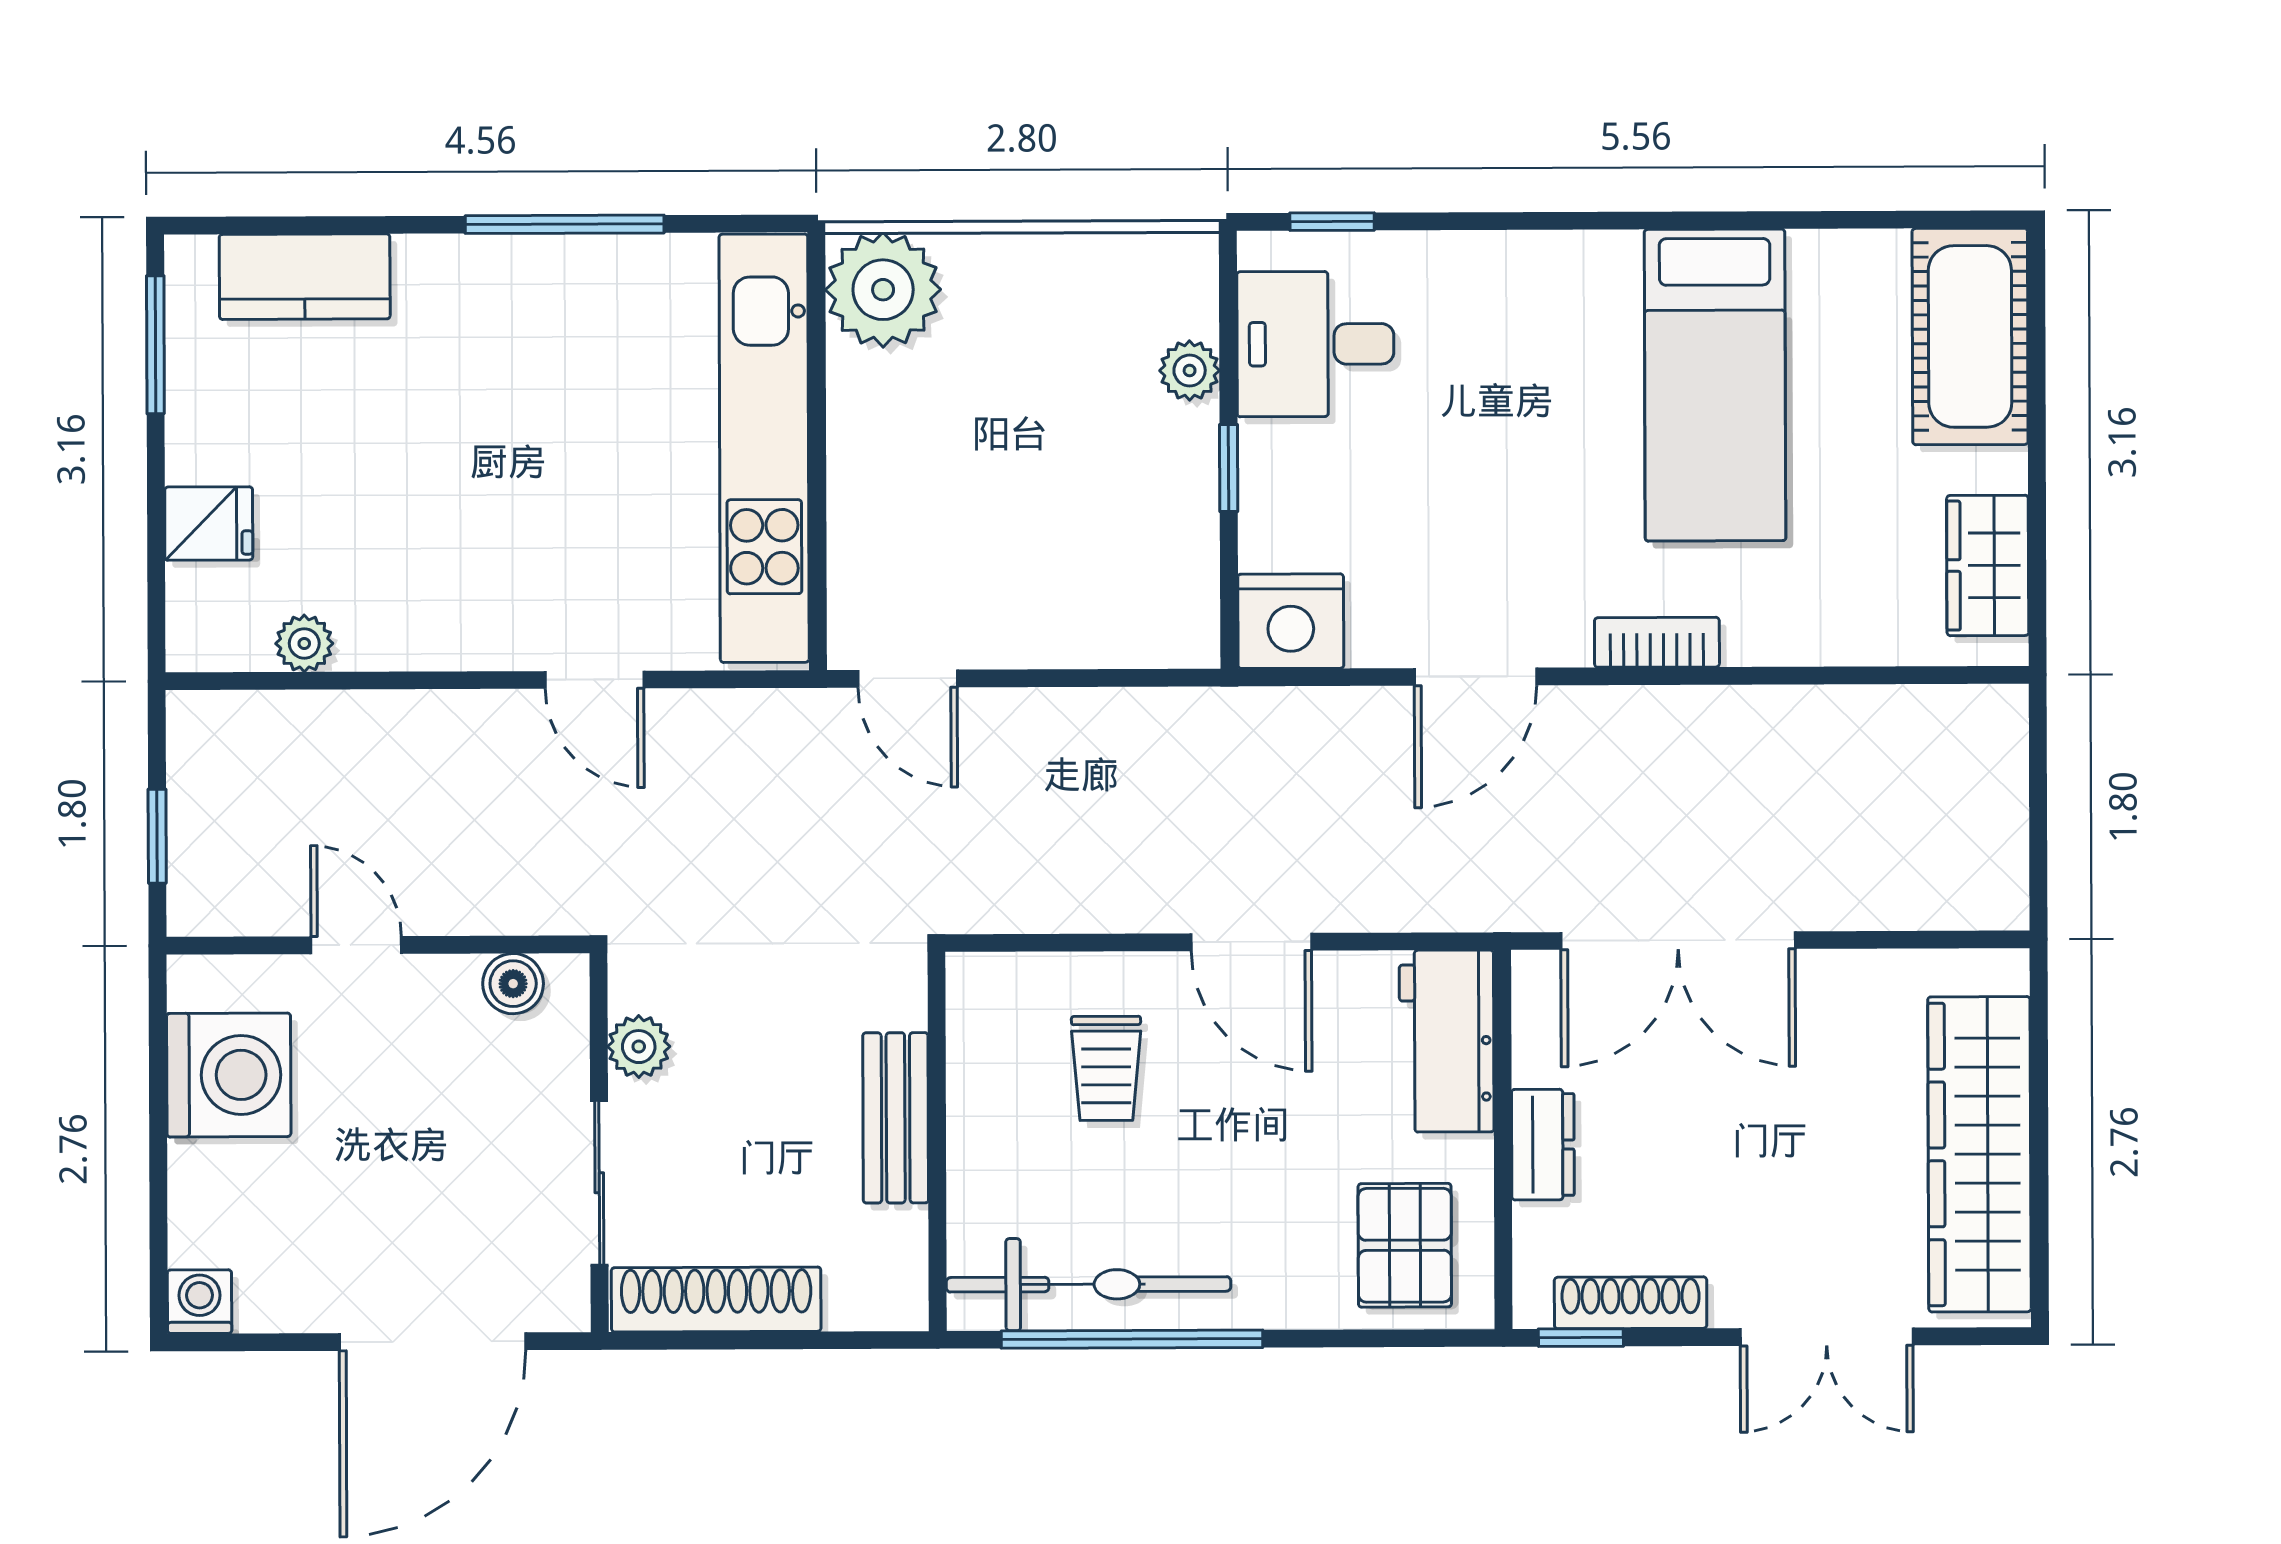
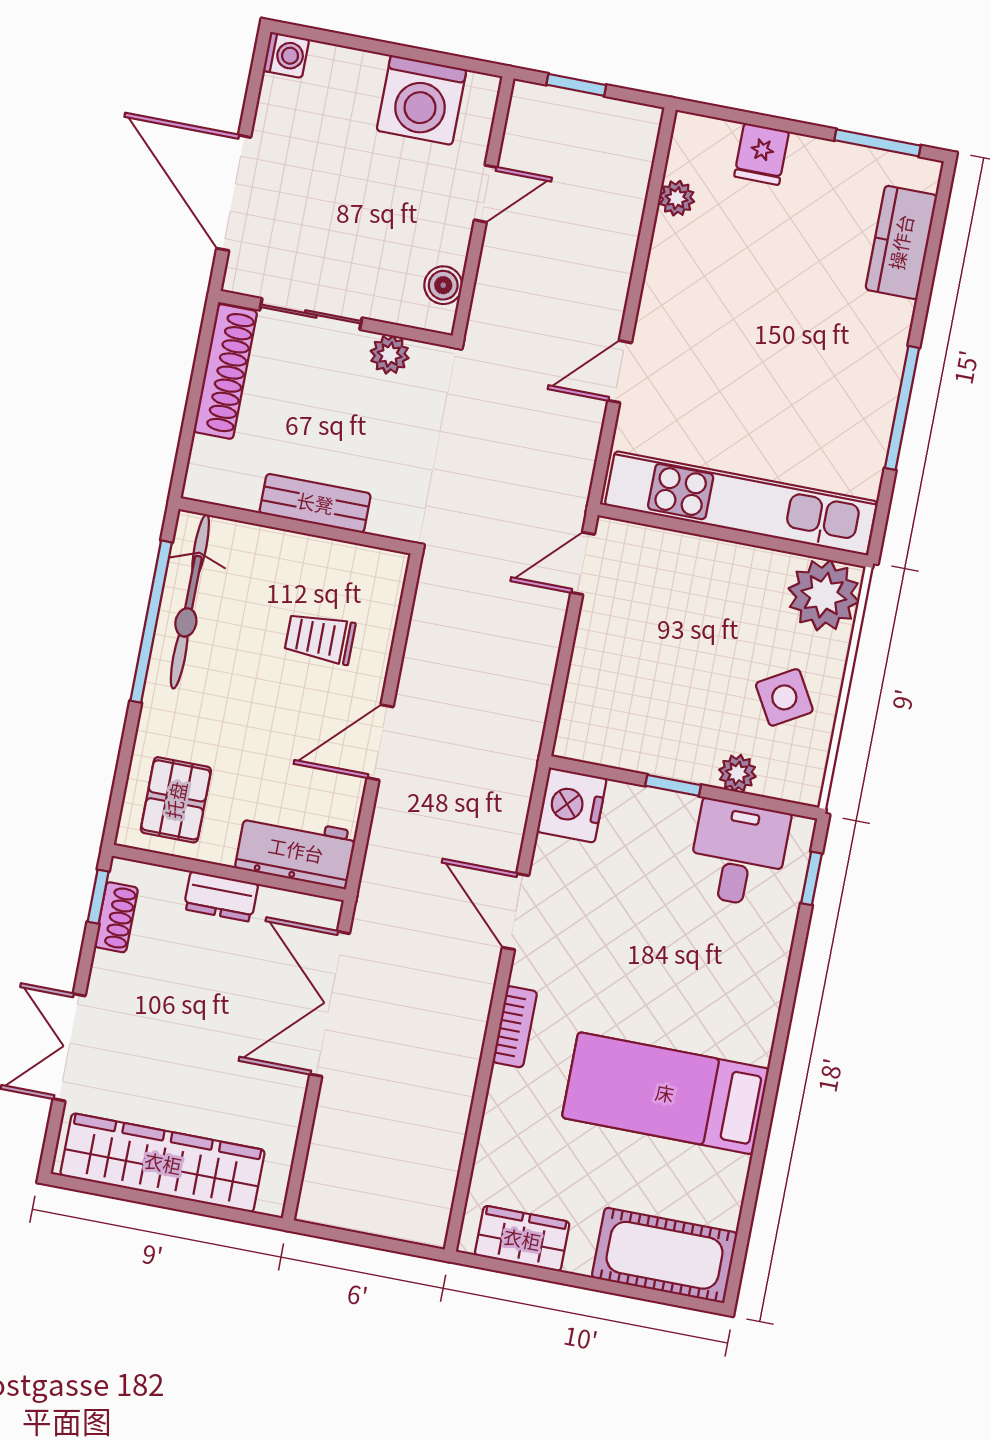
side table: (1056, 320) -> (784, 697), added
pallet: (1405, 1245) -> (176, 800), turned 90
shoe rack: (1631, 1303) -> (116, 917), width x0.70

